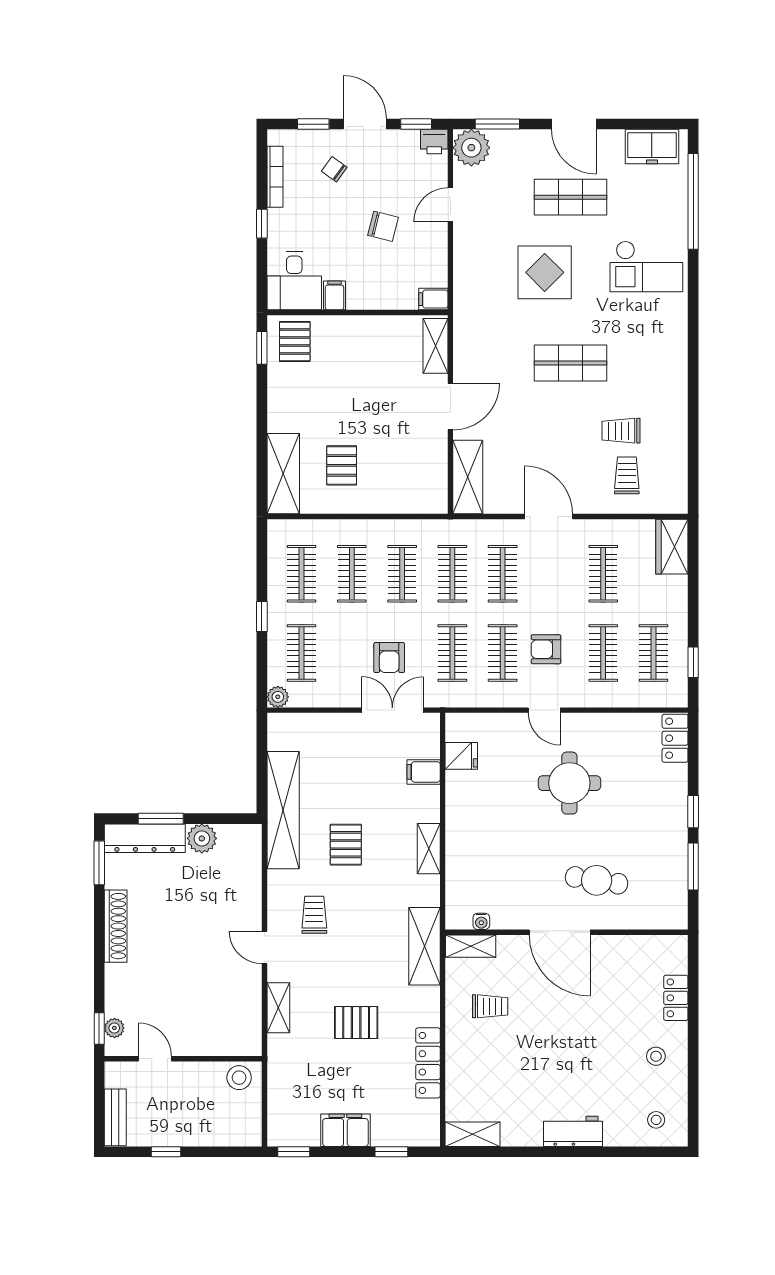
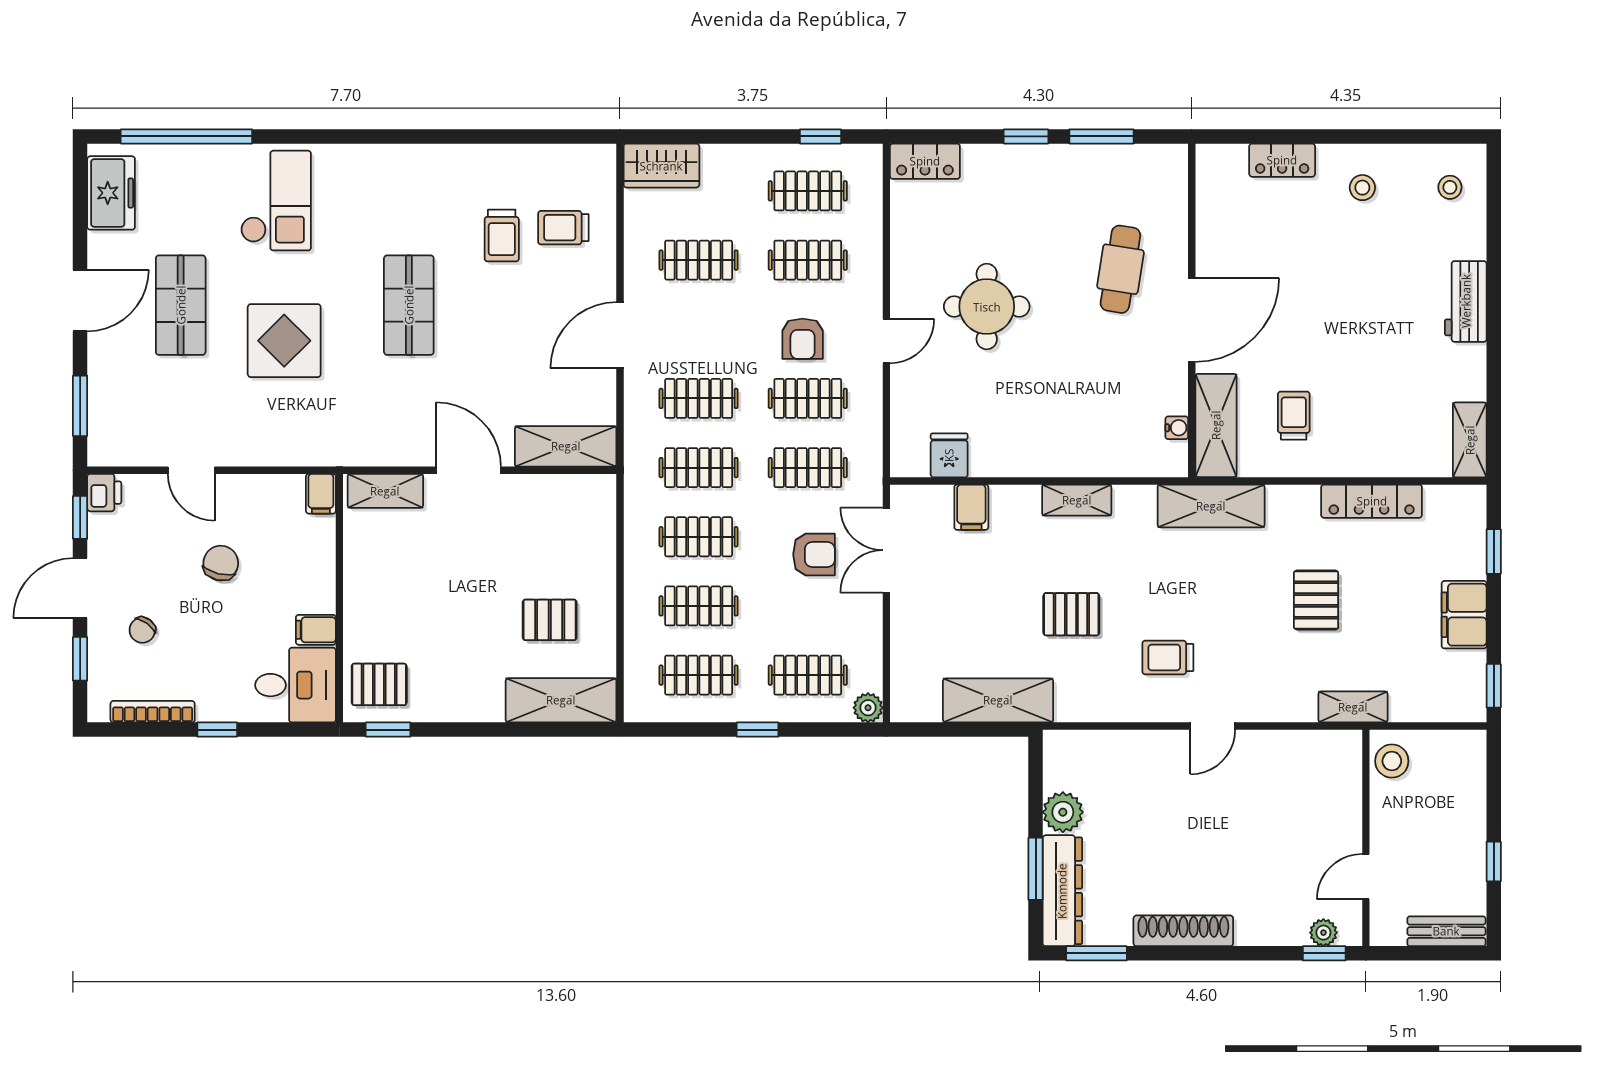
plant: (471, 148) -> (112, 441), removed
shelving: (283, 810) -> (998, 700), width x0.68
shelving: (471, 946) -> (1216, 425), width x1.50, depth x1.33
shelving: (278, 1008) -> (1353, 707), moved

